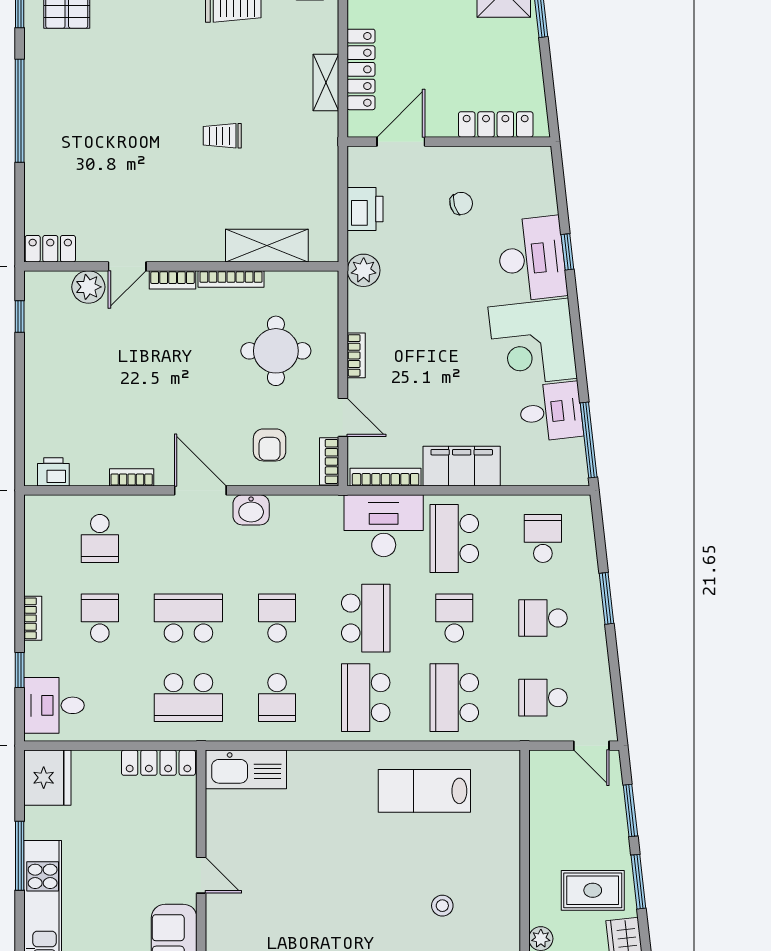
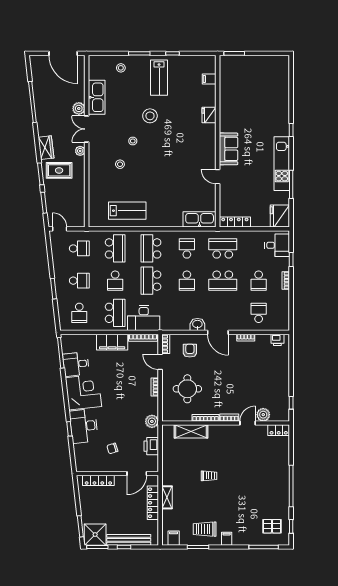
school desk: (366, 698) -> (151, 248), turned 180

